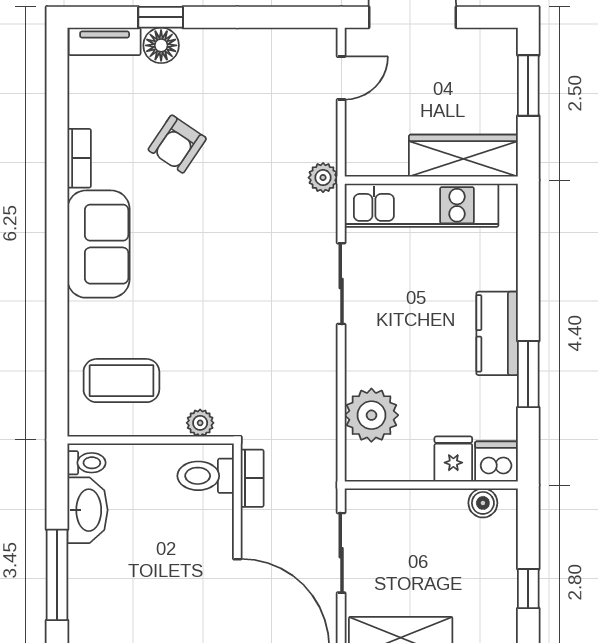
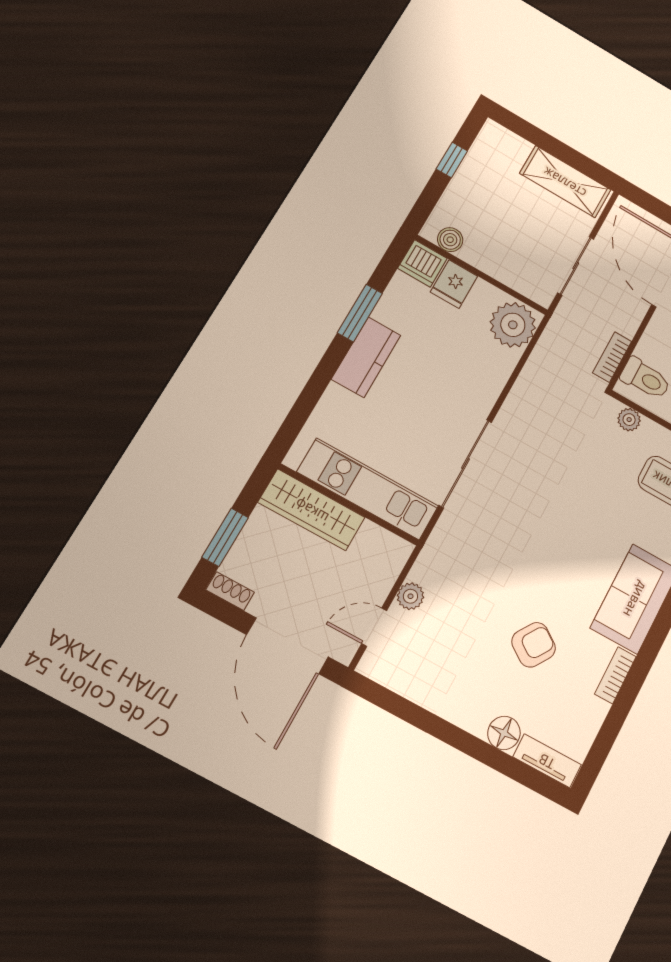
window: (161, 17) -> (492, 757), removed
shoe rack: (495, 39) -> (230, 591), added
plant: (323, 178) -> (410, 596), moved
sliding door: (341, 284) -> (465, 464), width x1.37
plant: (371, 415) -> (513, 325), moved

